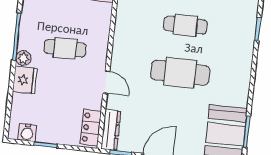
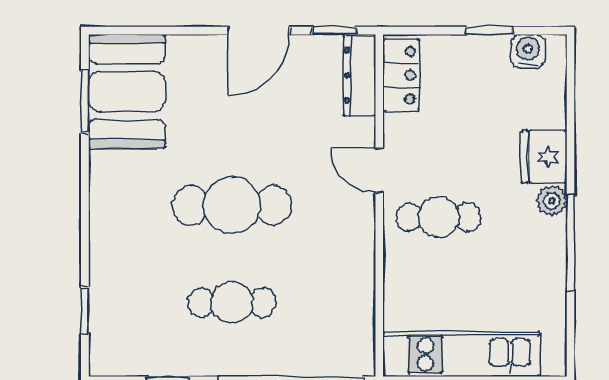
cafe table: (65, 48) -> (438, 217), moved

